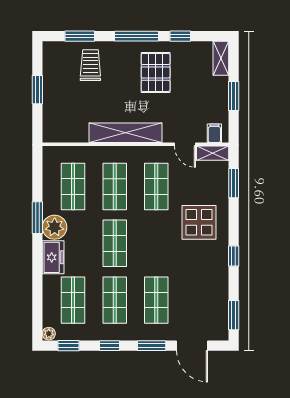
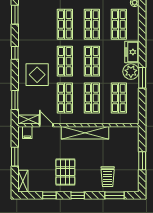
window: (137, 36) -> (78, 195), width x0.46
shop shelf: (156, 243) -> (65, 61), added

